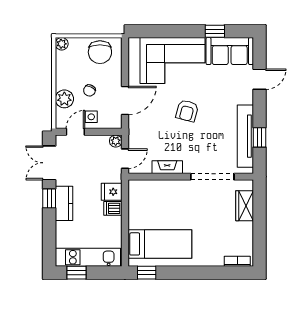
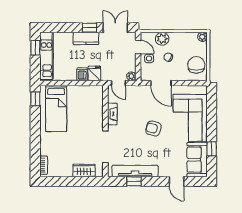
chair: (100, 52) -> (196, 65), turned 90

